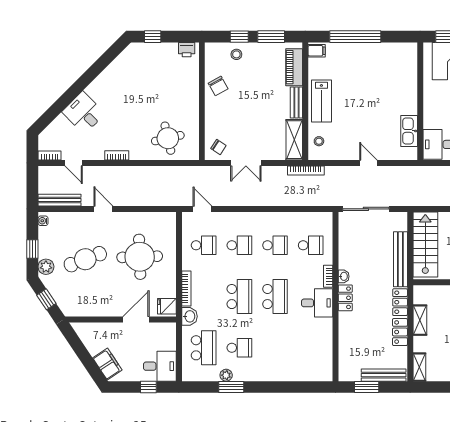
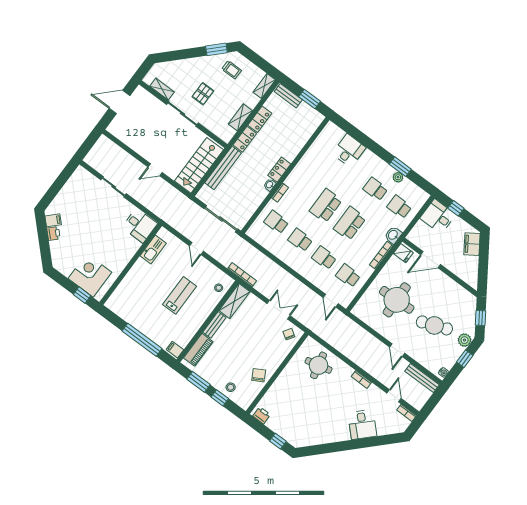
lab bench: (321, 101) -> (180, 295), moved
desk: (317, 303) -> (349, 151), moved, turned 90
school desk: (204, 348) -> (399, 207), width x0.54
bench: (384, 375) -> (288, 96), width x0.73

